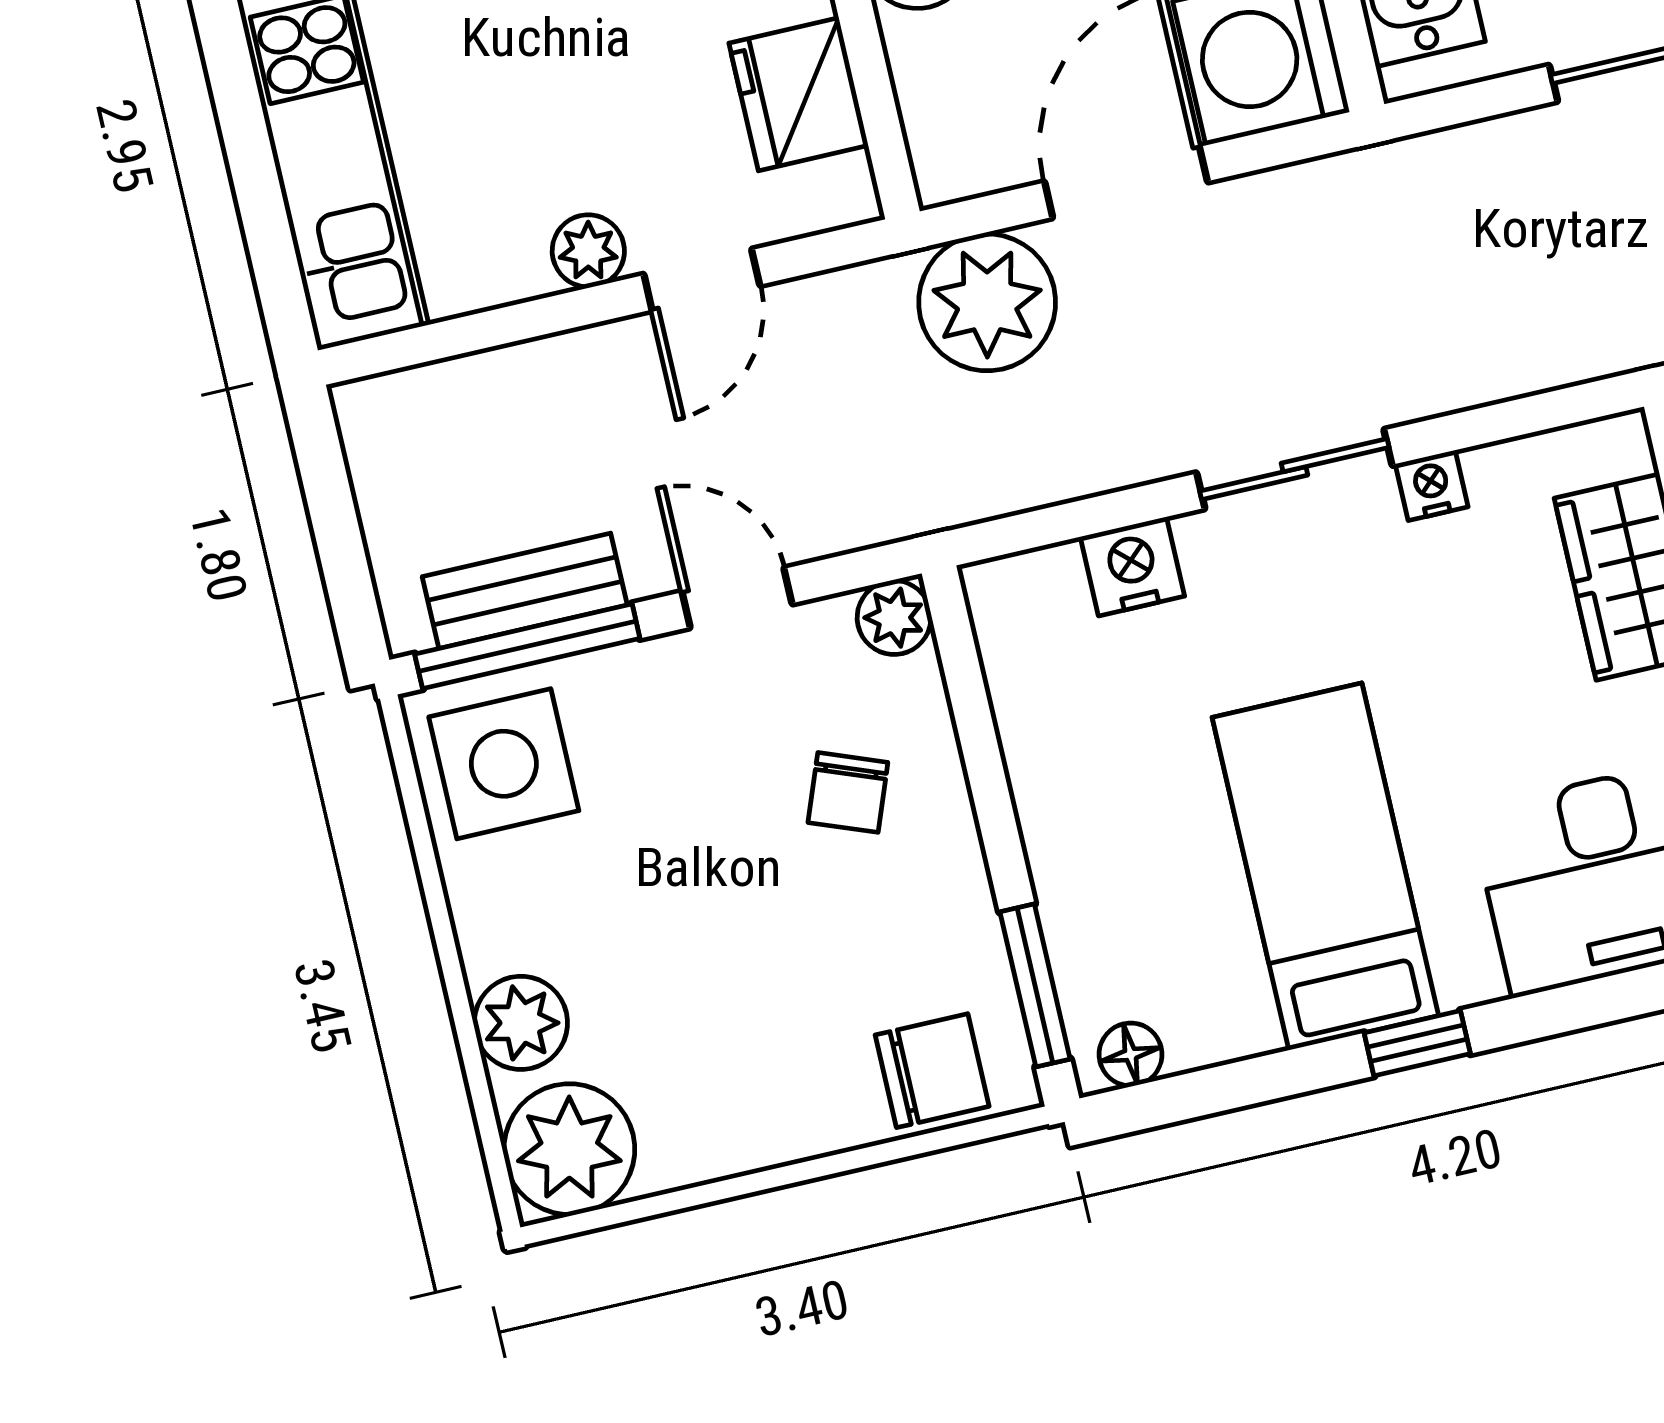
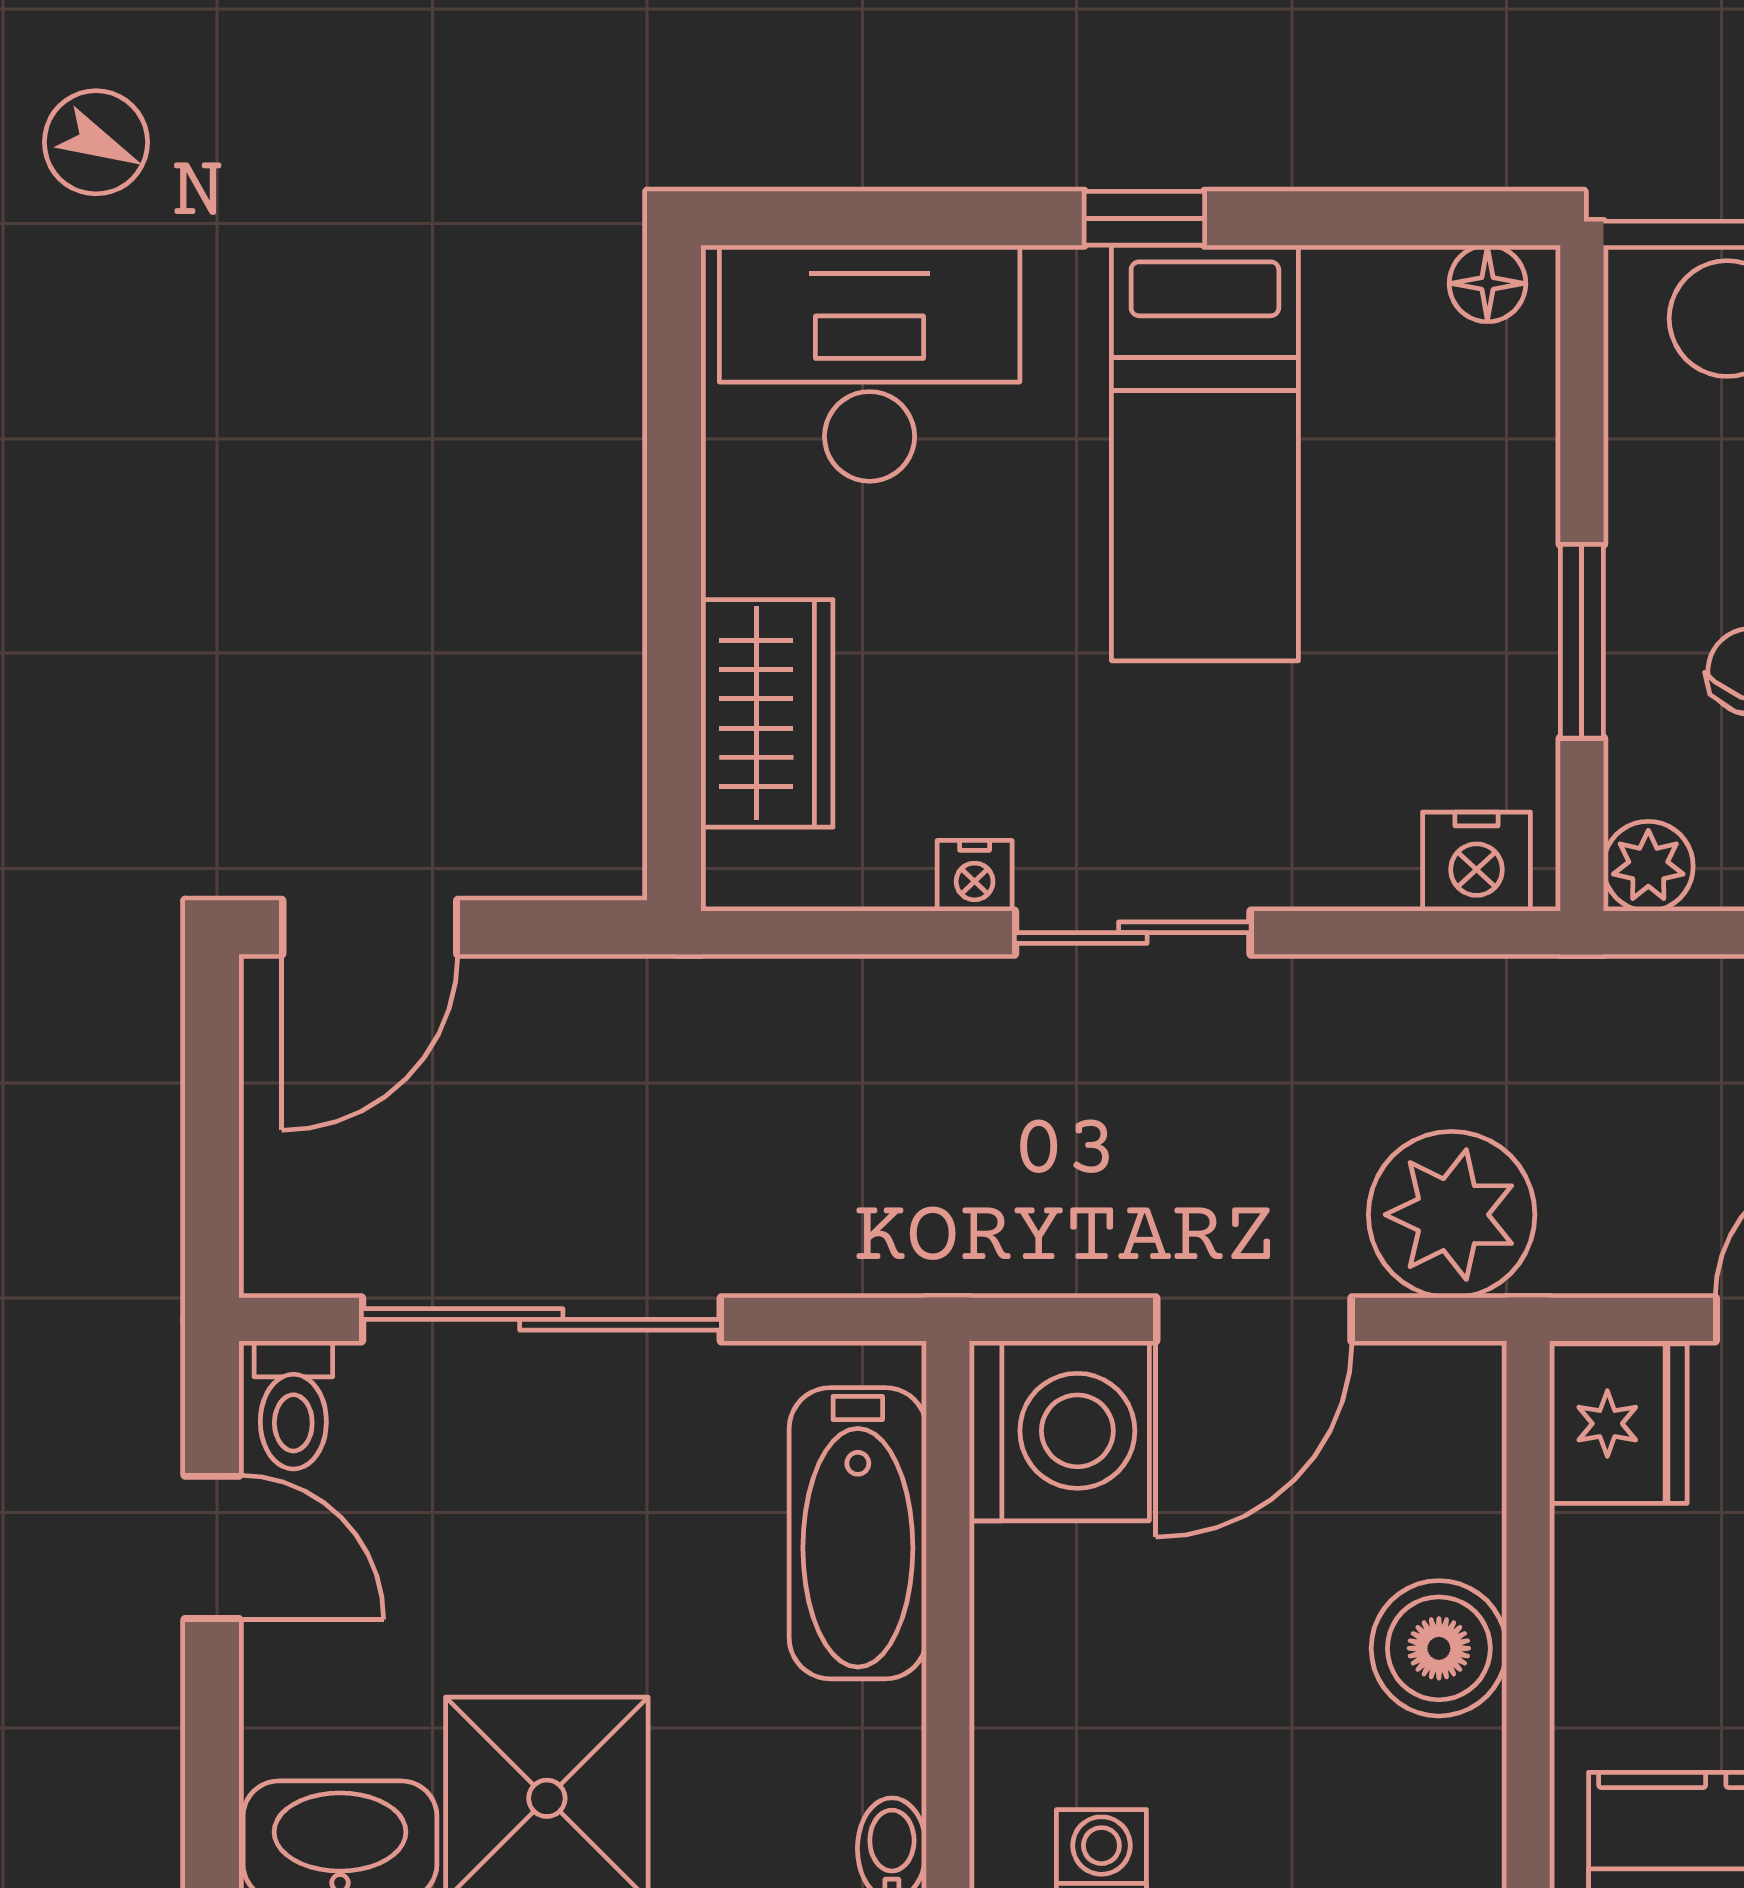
fridge: (799, 94) -> (1618, 1424), moved
nightstand: (1132, 566) -> (1477, 862), moved
window: (1035, 985) -> (1582, 641), moved

